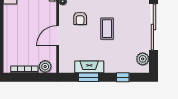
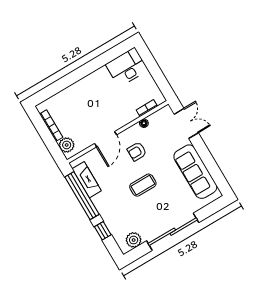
door: (58, 36) -> (106, 139), swing flipped
fireplace: (89, 67) -> (87, 180), moved
window: (88, 77) -> (82, 196), width x2.11

